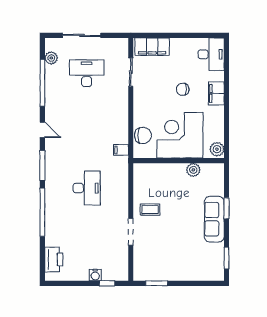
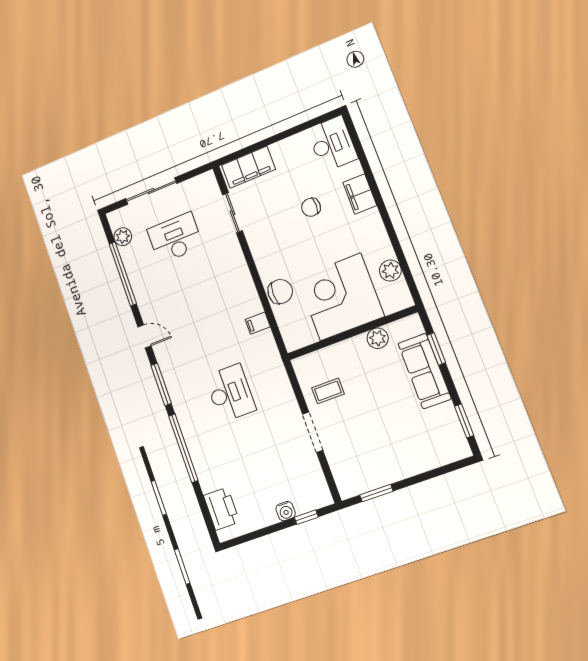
corner desk: (180, 135) -> (340, 297), moved
wall: (179, 161) -> (352, 333), moved
plant: (193, 170) -> (378, 338), moved

